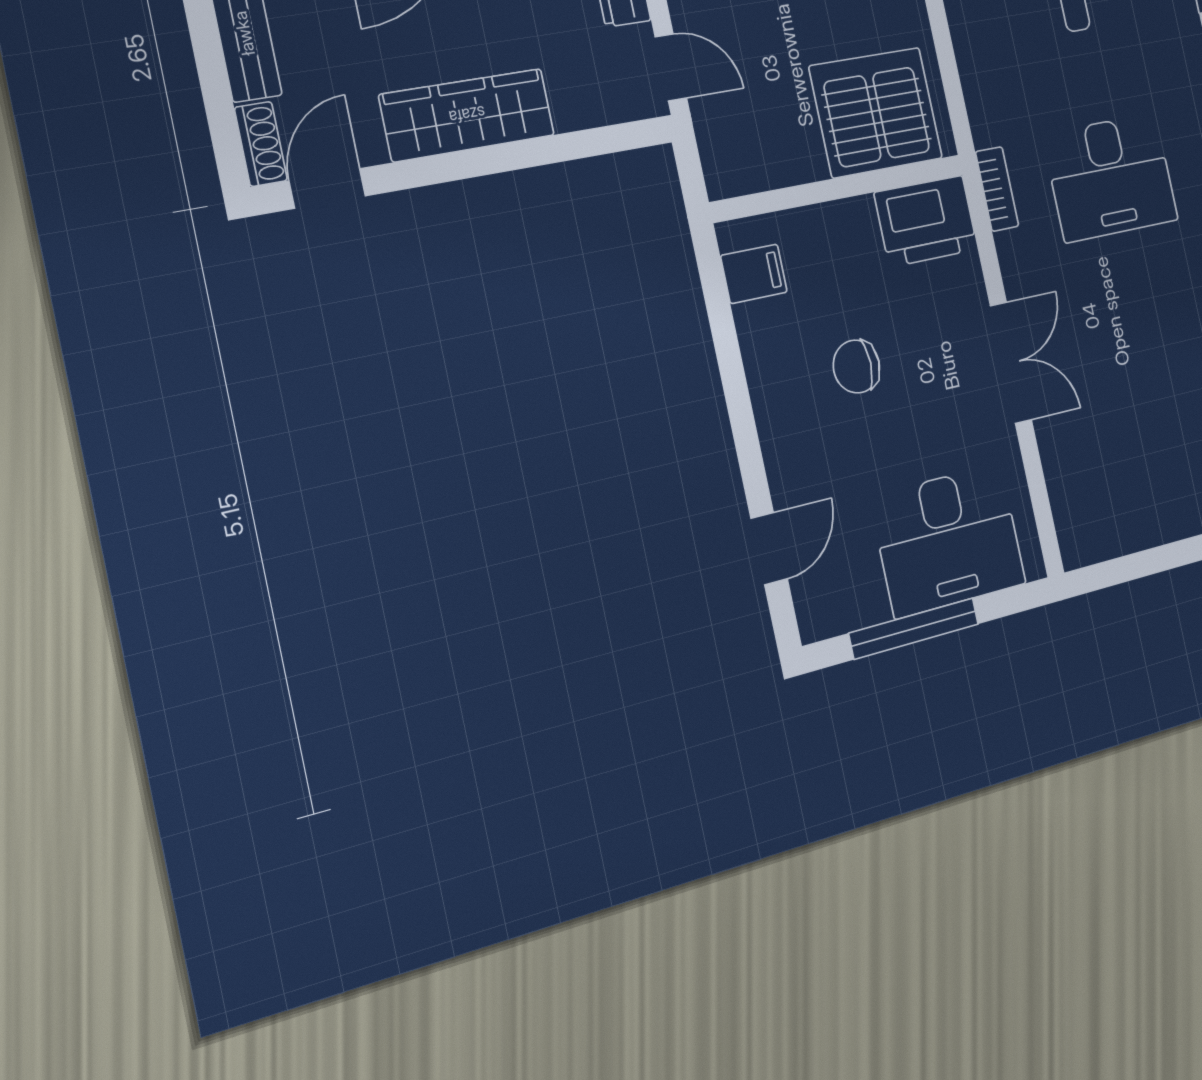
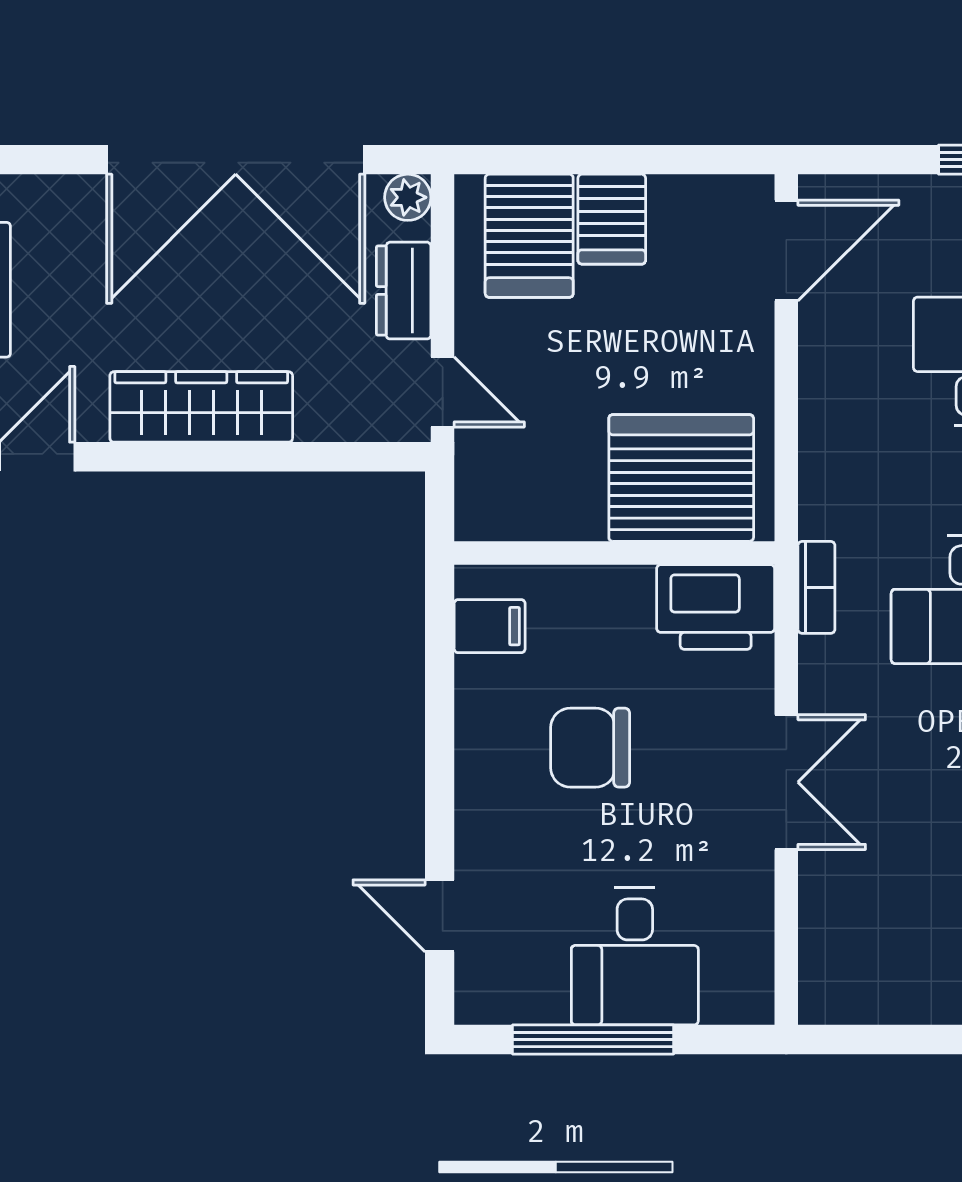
chair: (856, 366) -> (590, 748), width x1.37, depth x1.37
desk: (948, 540) -> (635, 956), width x0.73
door: (769, 549) -> (440, 916), swing flipped

